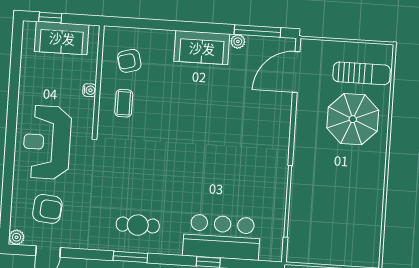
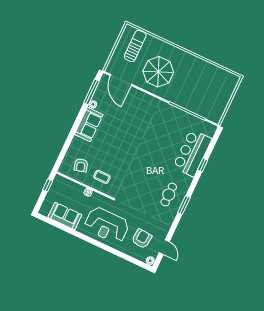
window: (50, 18) -> (48, 185), moved
sofa: (62, 38) -> (65, 216), moved, turned -90
parasol: (353, 119) -> (158, 72), moved

